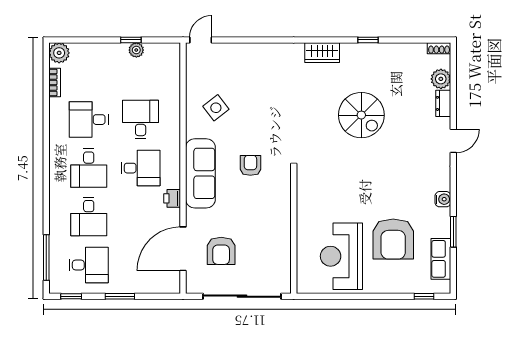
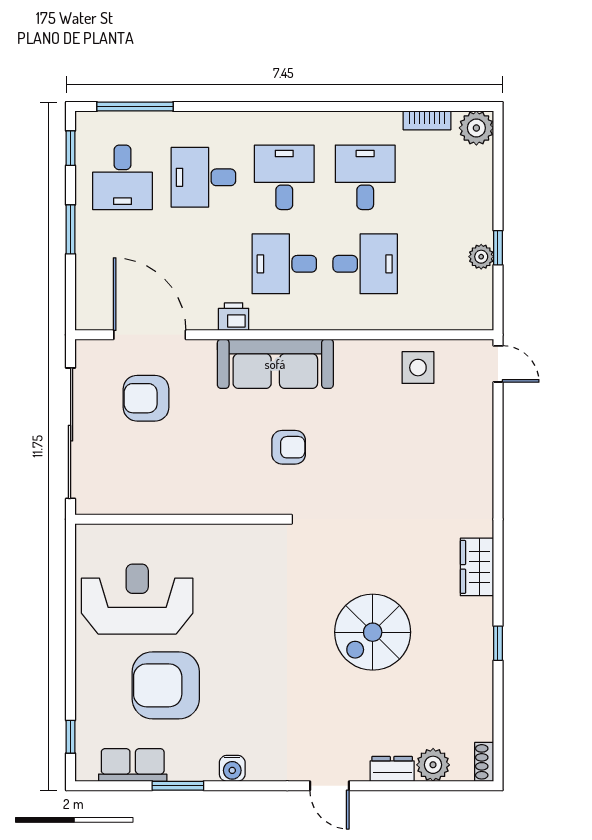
side table: (216, 108) -> (418, 368), moved, turned 38
desk: (89, 168) -> (284, 177), turned 90
desk: (141, 168) -> (284, 264), turned 90

